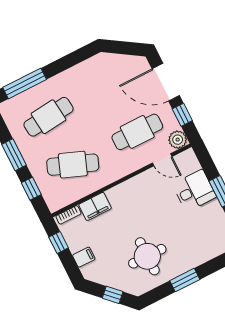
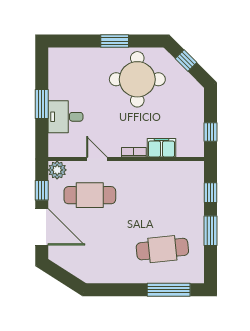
door: (162, 160) -> (97, 159), moved
cafe table: (73, 165) -> (162, 195), removed
bookcase: (68, 215) -> (134, 152), moved
round table: (147, 256) -> (137, 79), width x1.36, depth x1.36
filing cabinet: (84, 257) -> (195, 107), removed

